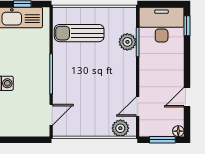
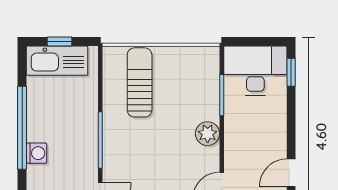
sun lounger: (79, 33) -> (140, 82), turned 90
plant: (127, 42) -> (208, 134), moved

